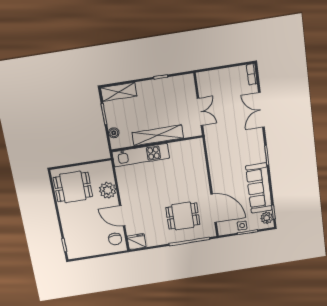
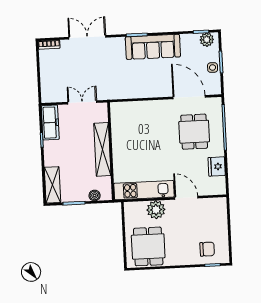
freezer: (178, 83) -> (50, 123), added
double door: (261, 110) -> (87, 37), swing flipped
kitchen unit: (141, 155) -> (144, 190), moved, turned -90
sofa: (259, 188) -> (153, 47), moved
door: (214, 208) -> (189, 97), hinge flipped
door: (122, 216) -> (186, 198), swing flipped
chair: (115, 239) -> (207, 249), moved
fridge: (137, 242) -> (217, 166), moved

